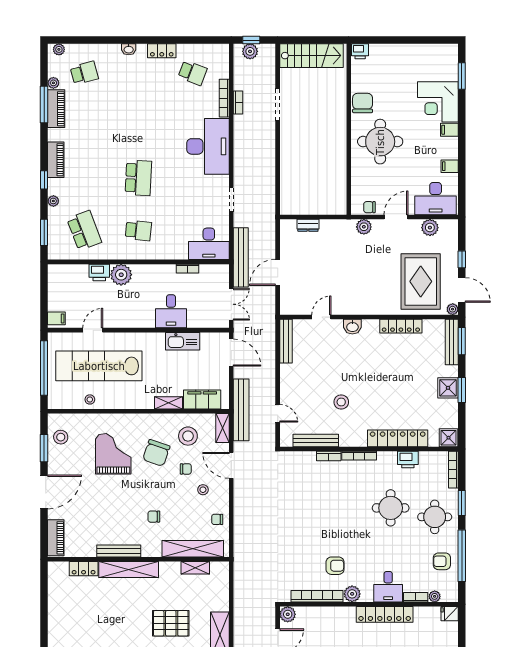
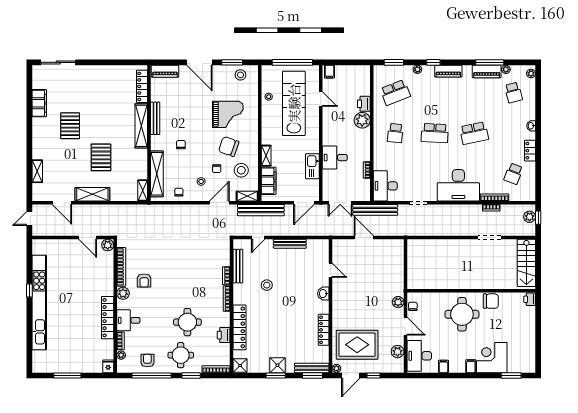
school desk: (138, 125) -> (474, 133), added
dresser: (308, 225) -> (399, 260), removed
bench: (286, 341) -> (290, 244), moved
shelving: (195, 568) -> (143, 190), moved
locker: (84, 569) -> (142, 86), width x1.53

